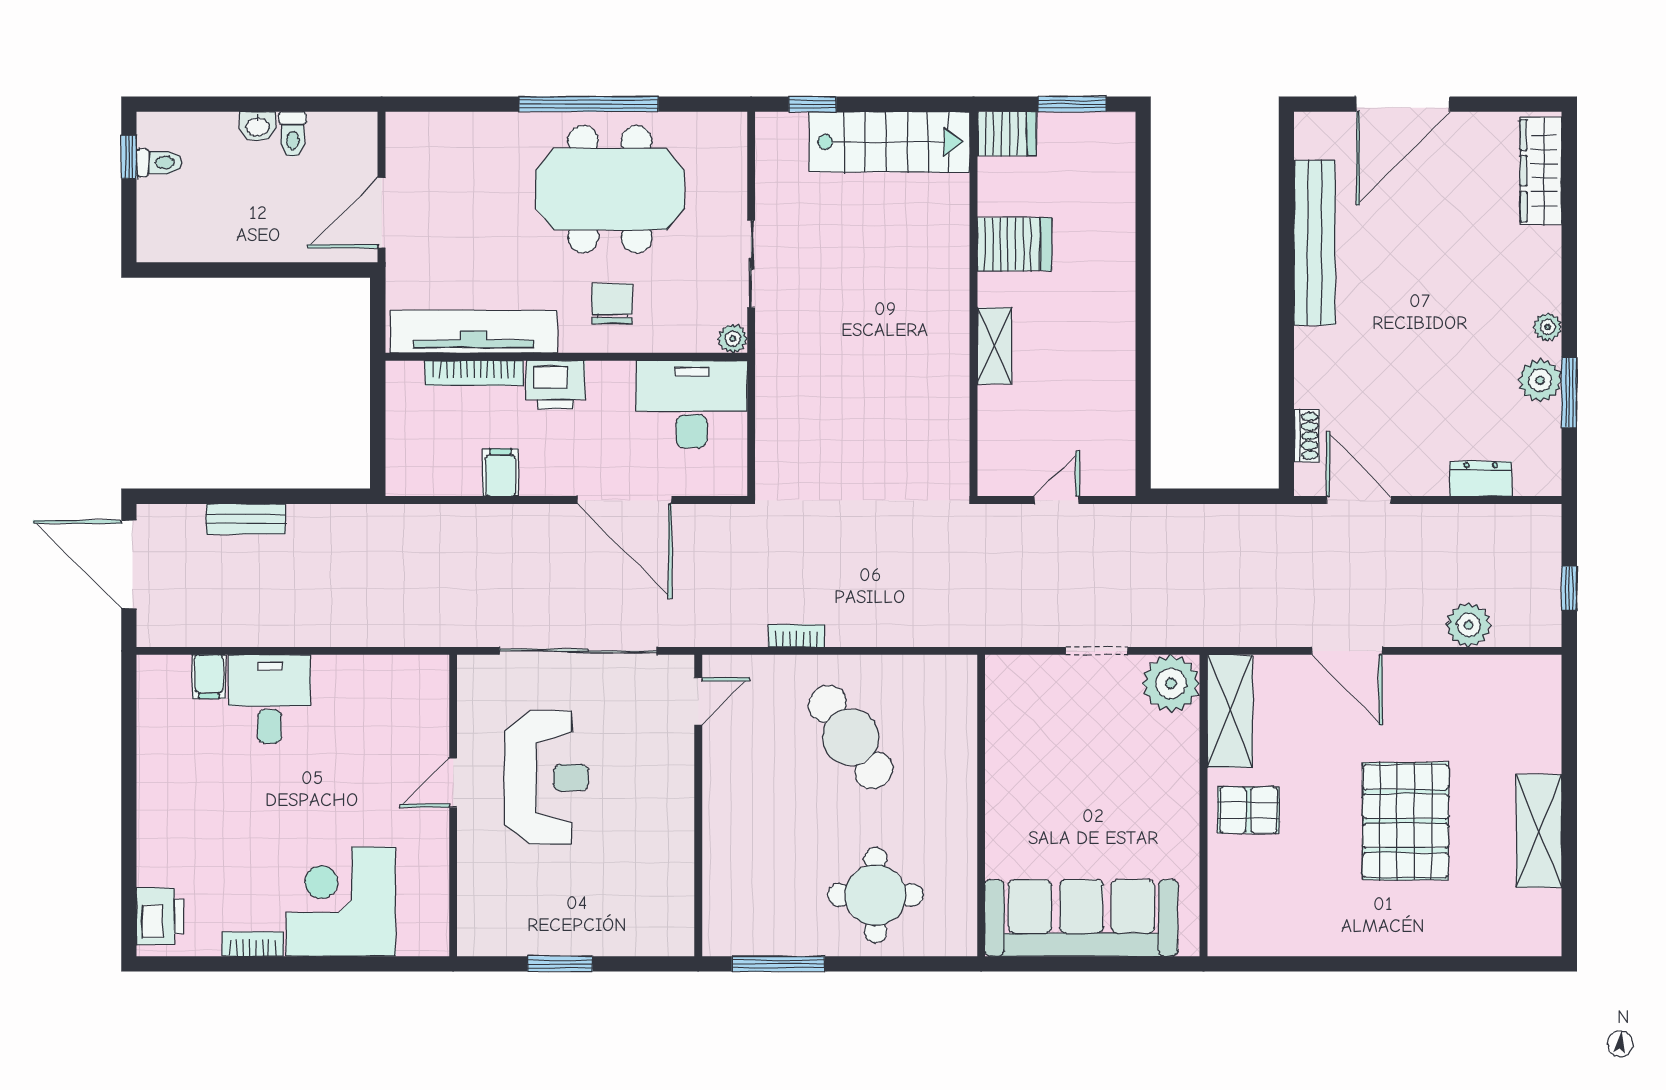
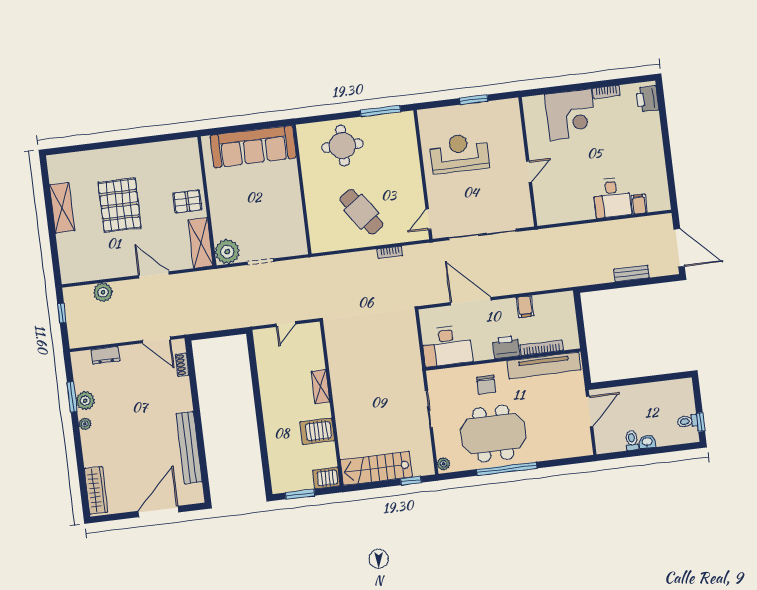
plant: (733, 338) -> (444, 464), moved
reception desk: (547, 778) -> (459, 153), moved, turned 90

